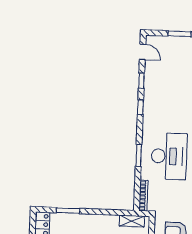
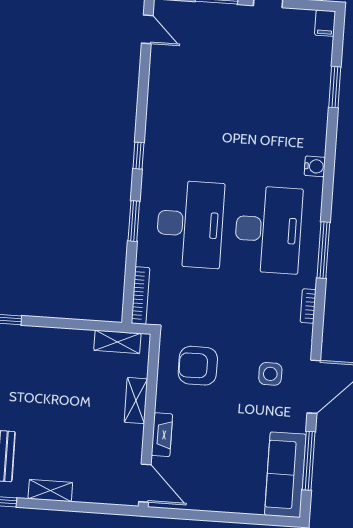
window: (142, 81) -> (144, 83), removed
window: (140, 107) -> (138, 156), moved

